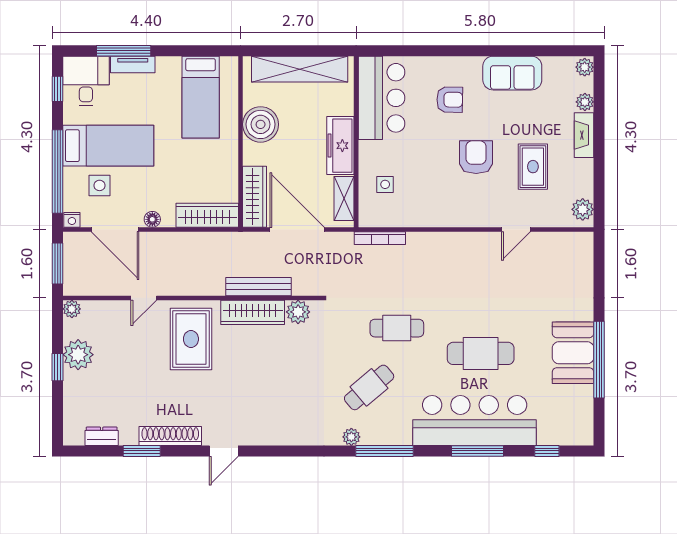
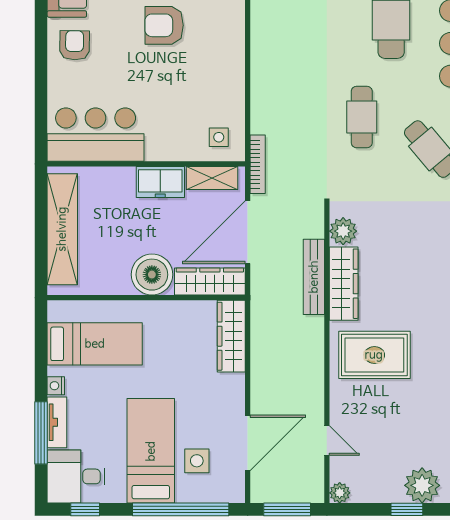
armchair: (450, 100) -> (75, 45), moved
boiler: (261, 124) -> (152, 275), moved
freezer: (340, 146) -> (160, 182), width x0.71
side table: (385, 184) -> (219, 137), moved
floor lamp: (152, 219) -> (236, 400), removed
nightstand: (72, 220) -> (56, 386), moved, turned 180
bookcase: (380, 238) -> (258, 164), moved
door: (144, 298) -> (327, 441), moved
plant: (78, 355) -> (422, 485), moved

